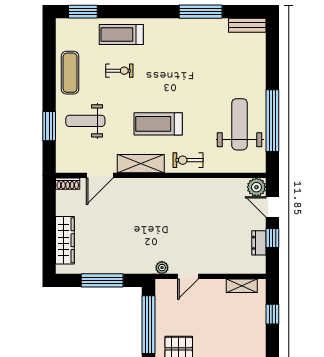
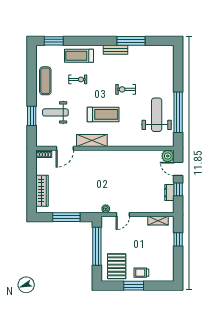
bench: (247, 25) -> (115, 50), moved
treadmill: (158, 124) -> (103, 114), turned 180
exercise bike: (188, 160) -> (126, 89), moved

